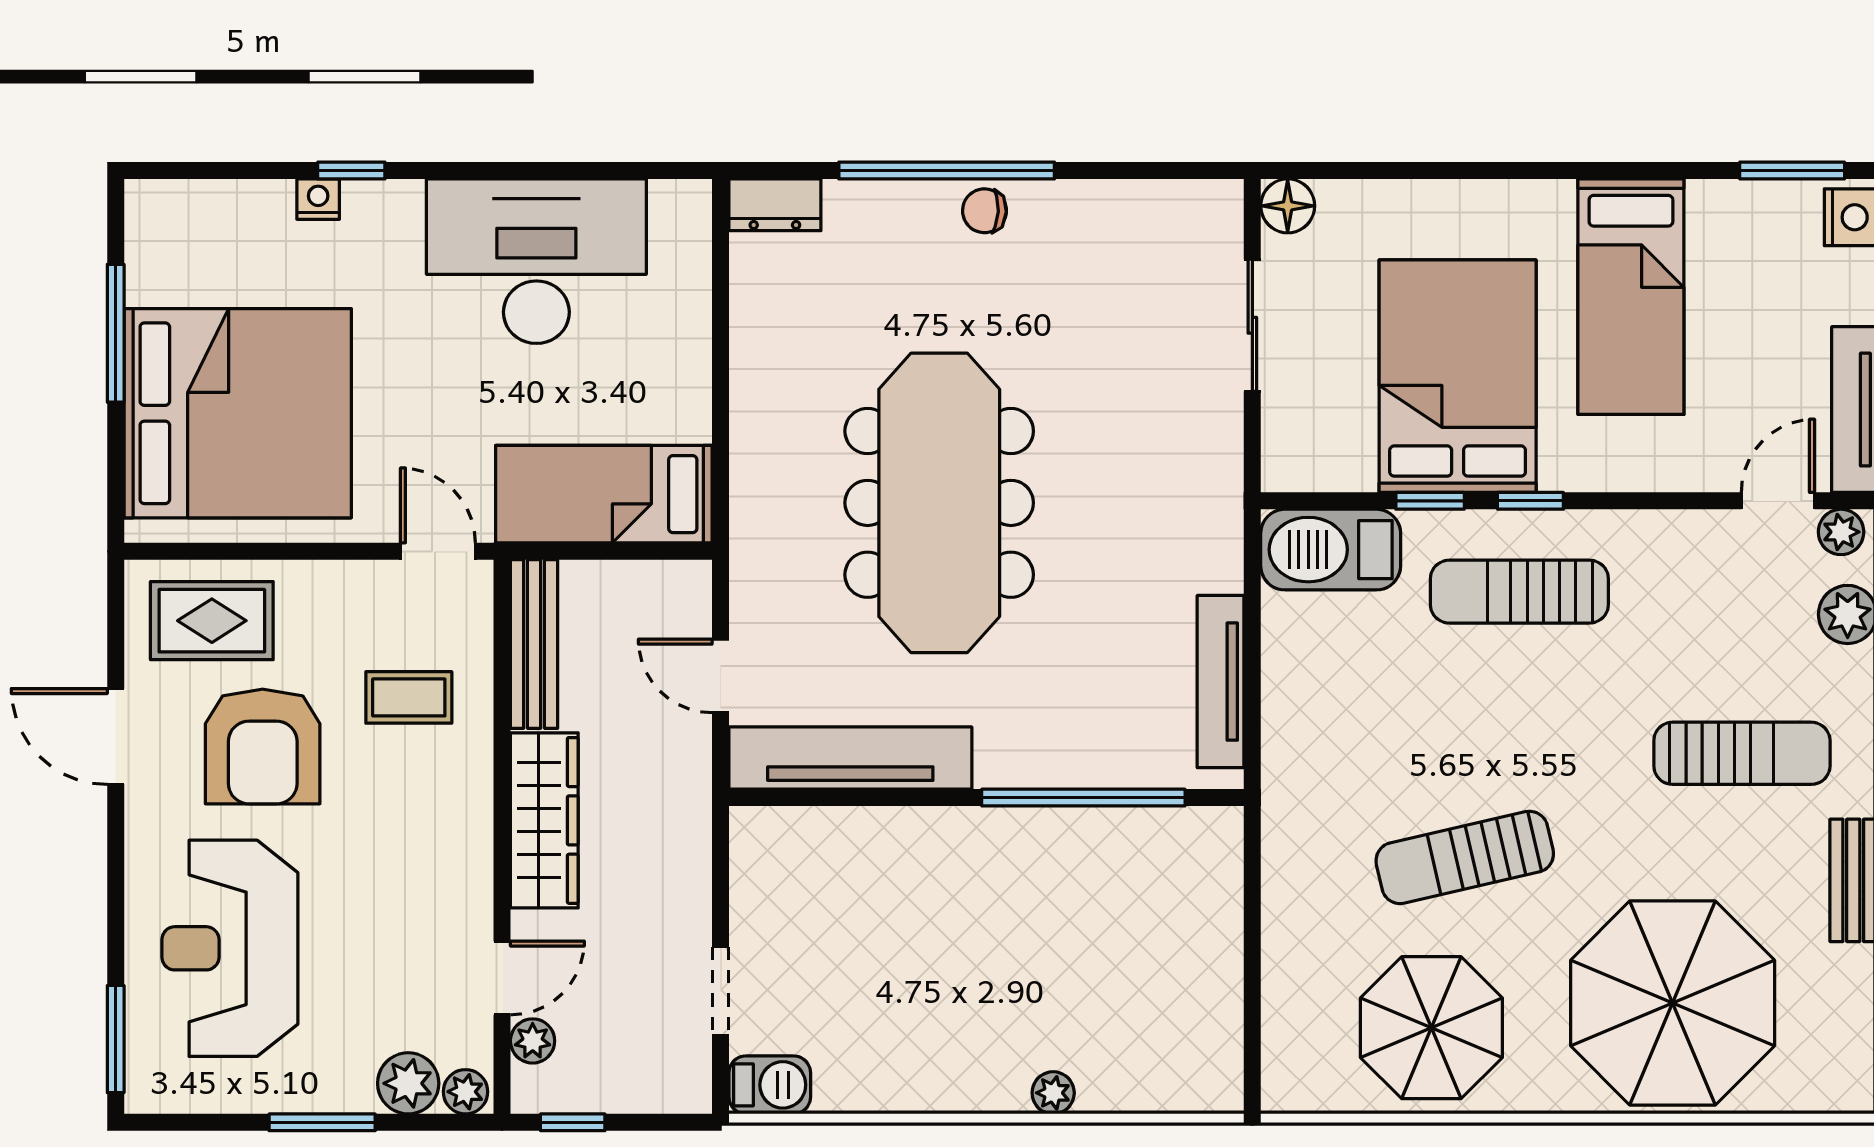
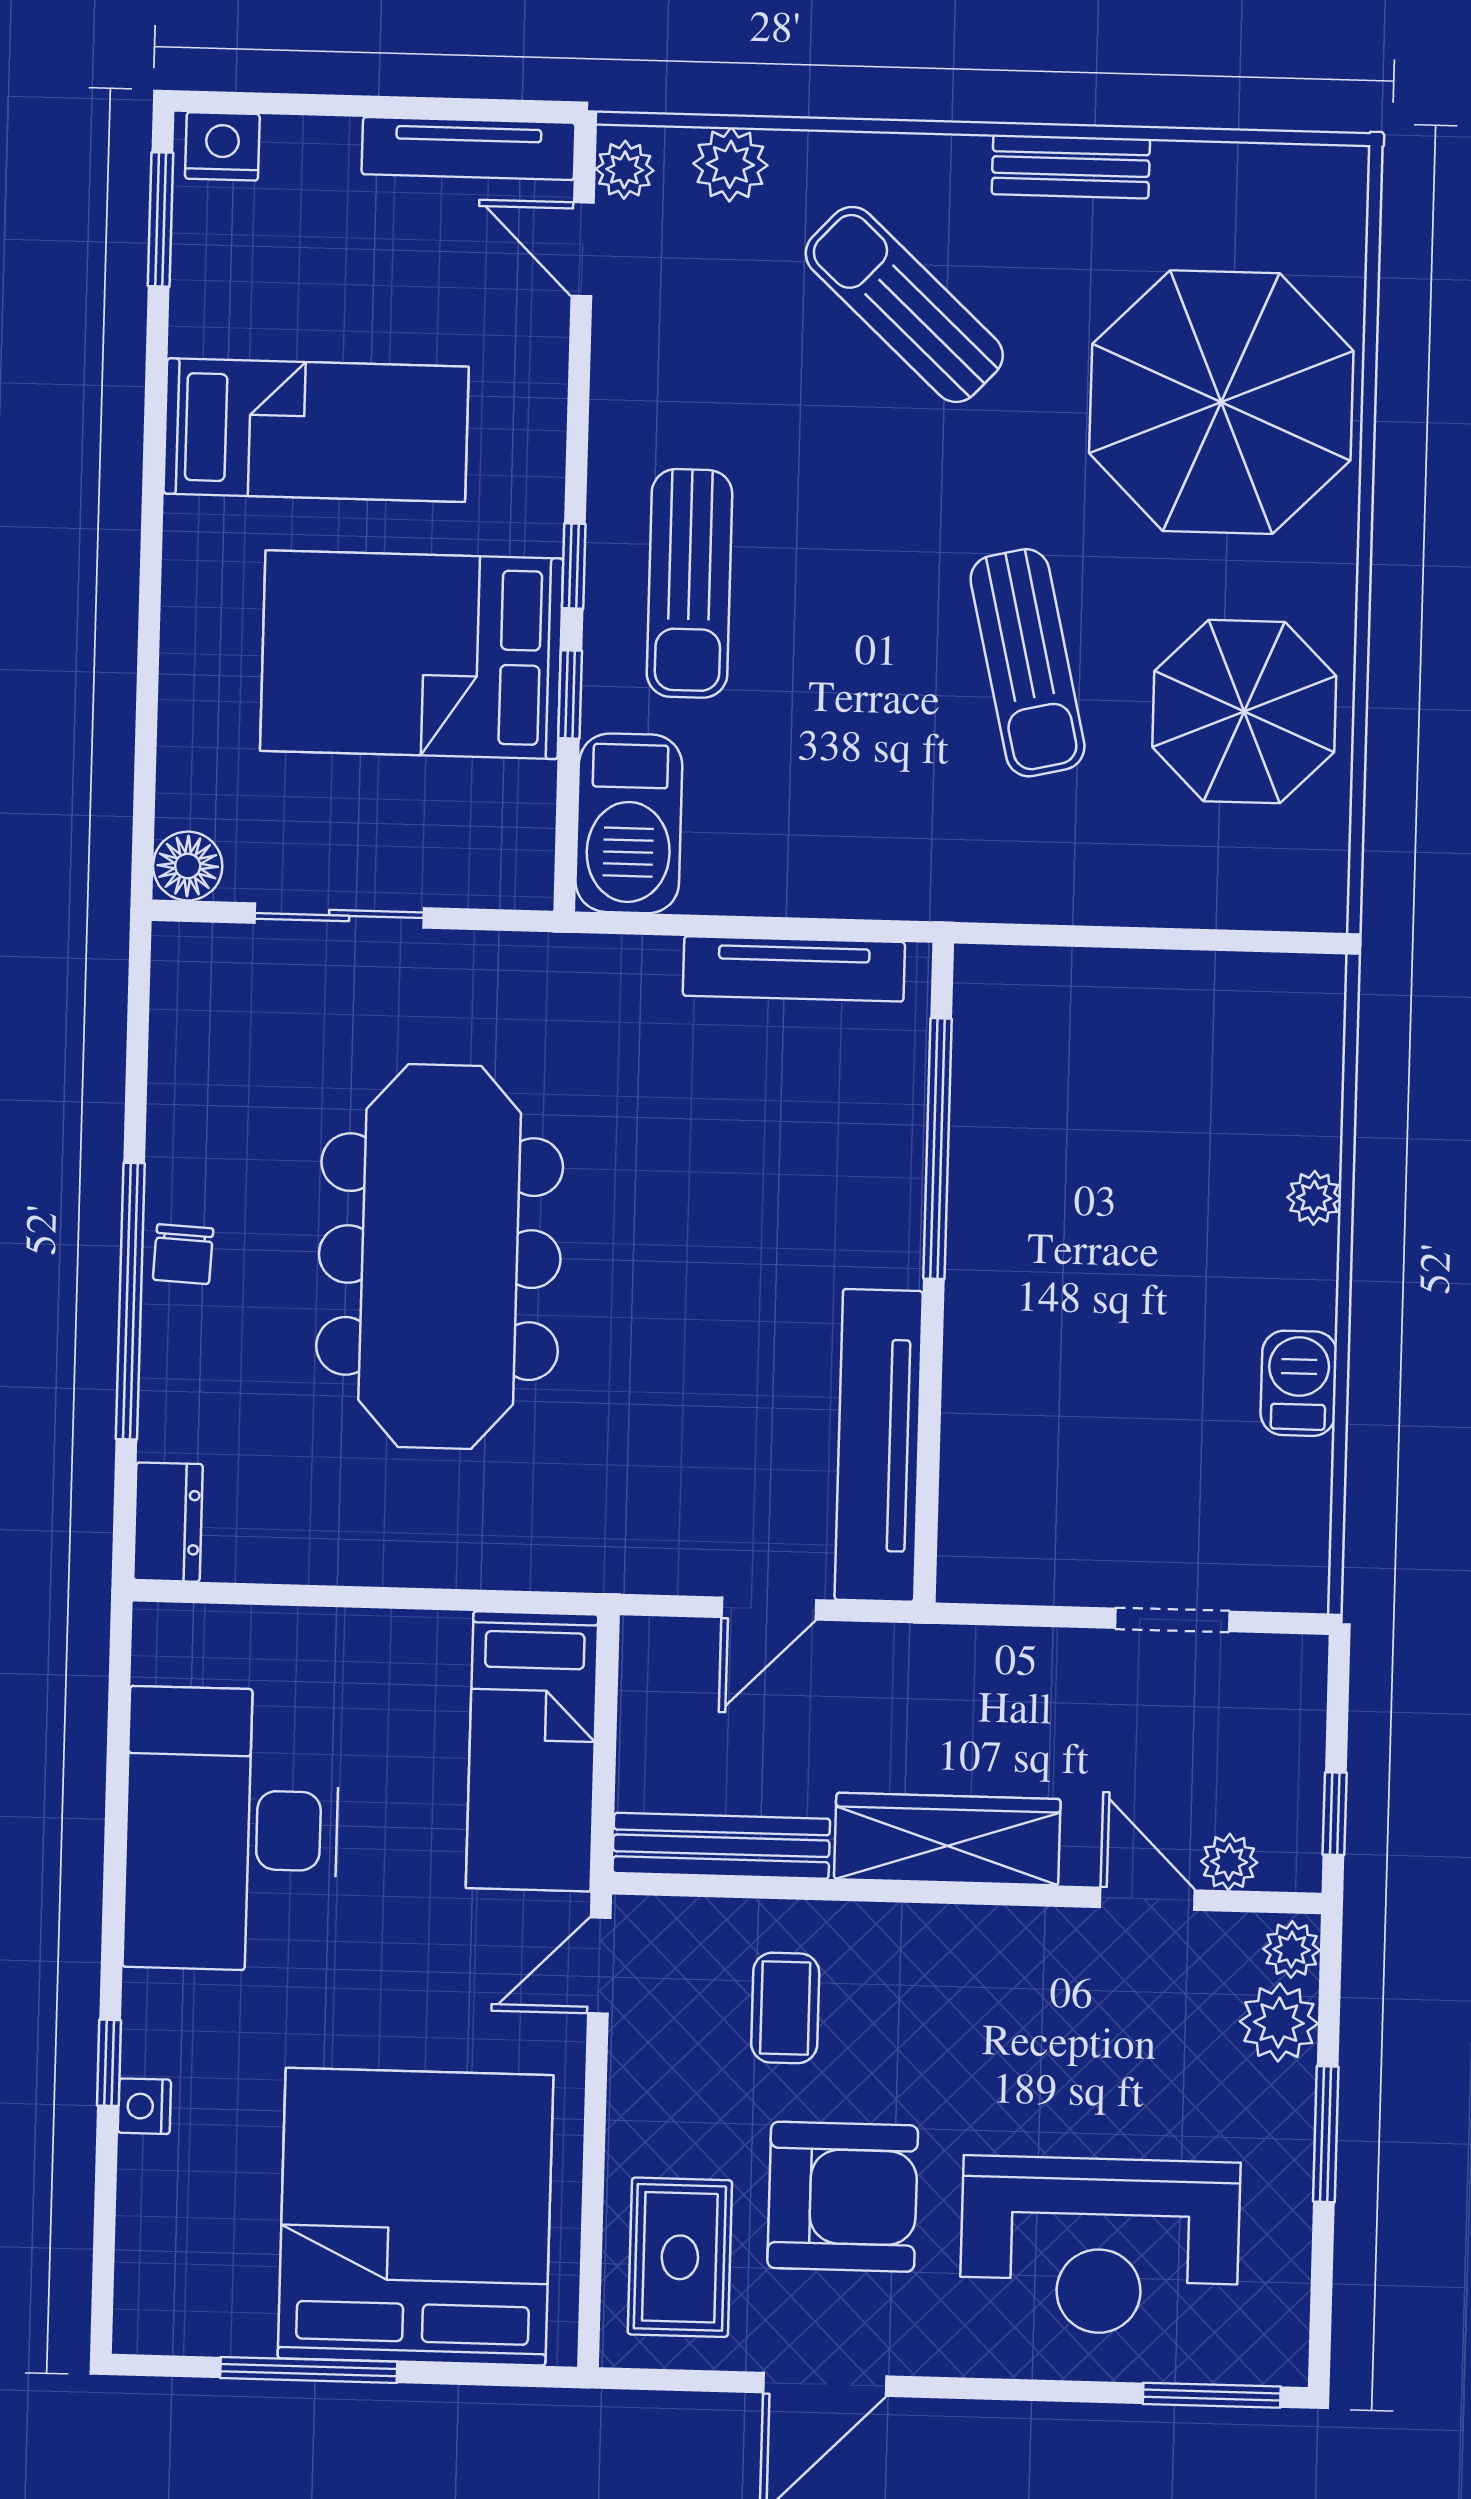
meeting table: (939, 503) -> (440, 1257), moved, turned 90
sun lounger: (1742, 753) -> (904, 304), turned -47
barbecue: (770, 1085) -> (1299, 1383), moved

